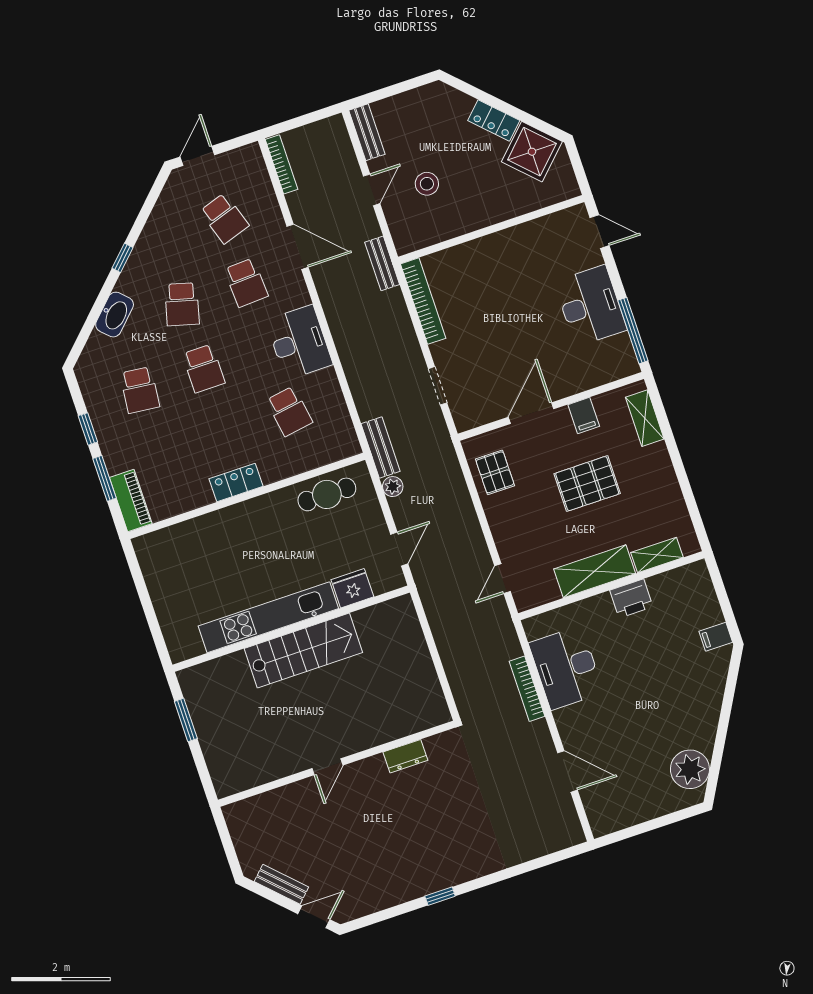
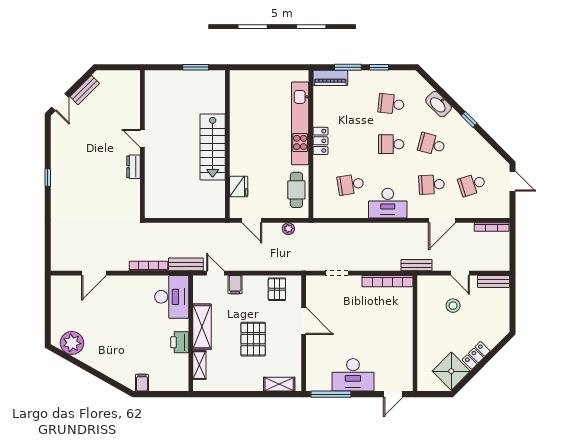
filing cabinet: (584, 416) -> (235, 285), moved, turned -90
bench: (381, 447) -> (186, 264), moved
pallet: (495, 472) -> (277, 289), turned 90
kitchen unit: (268, 617) -> (300, 123), moved, turned 180
desk: (566, 668) -> (172, 297), moved, turned 90
dresser: (405, 756) -> (133, 167), moved

